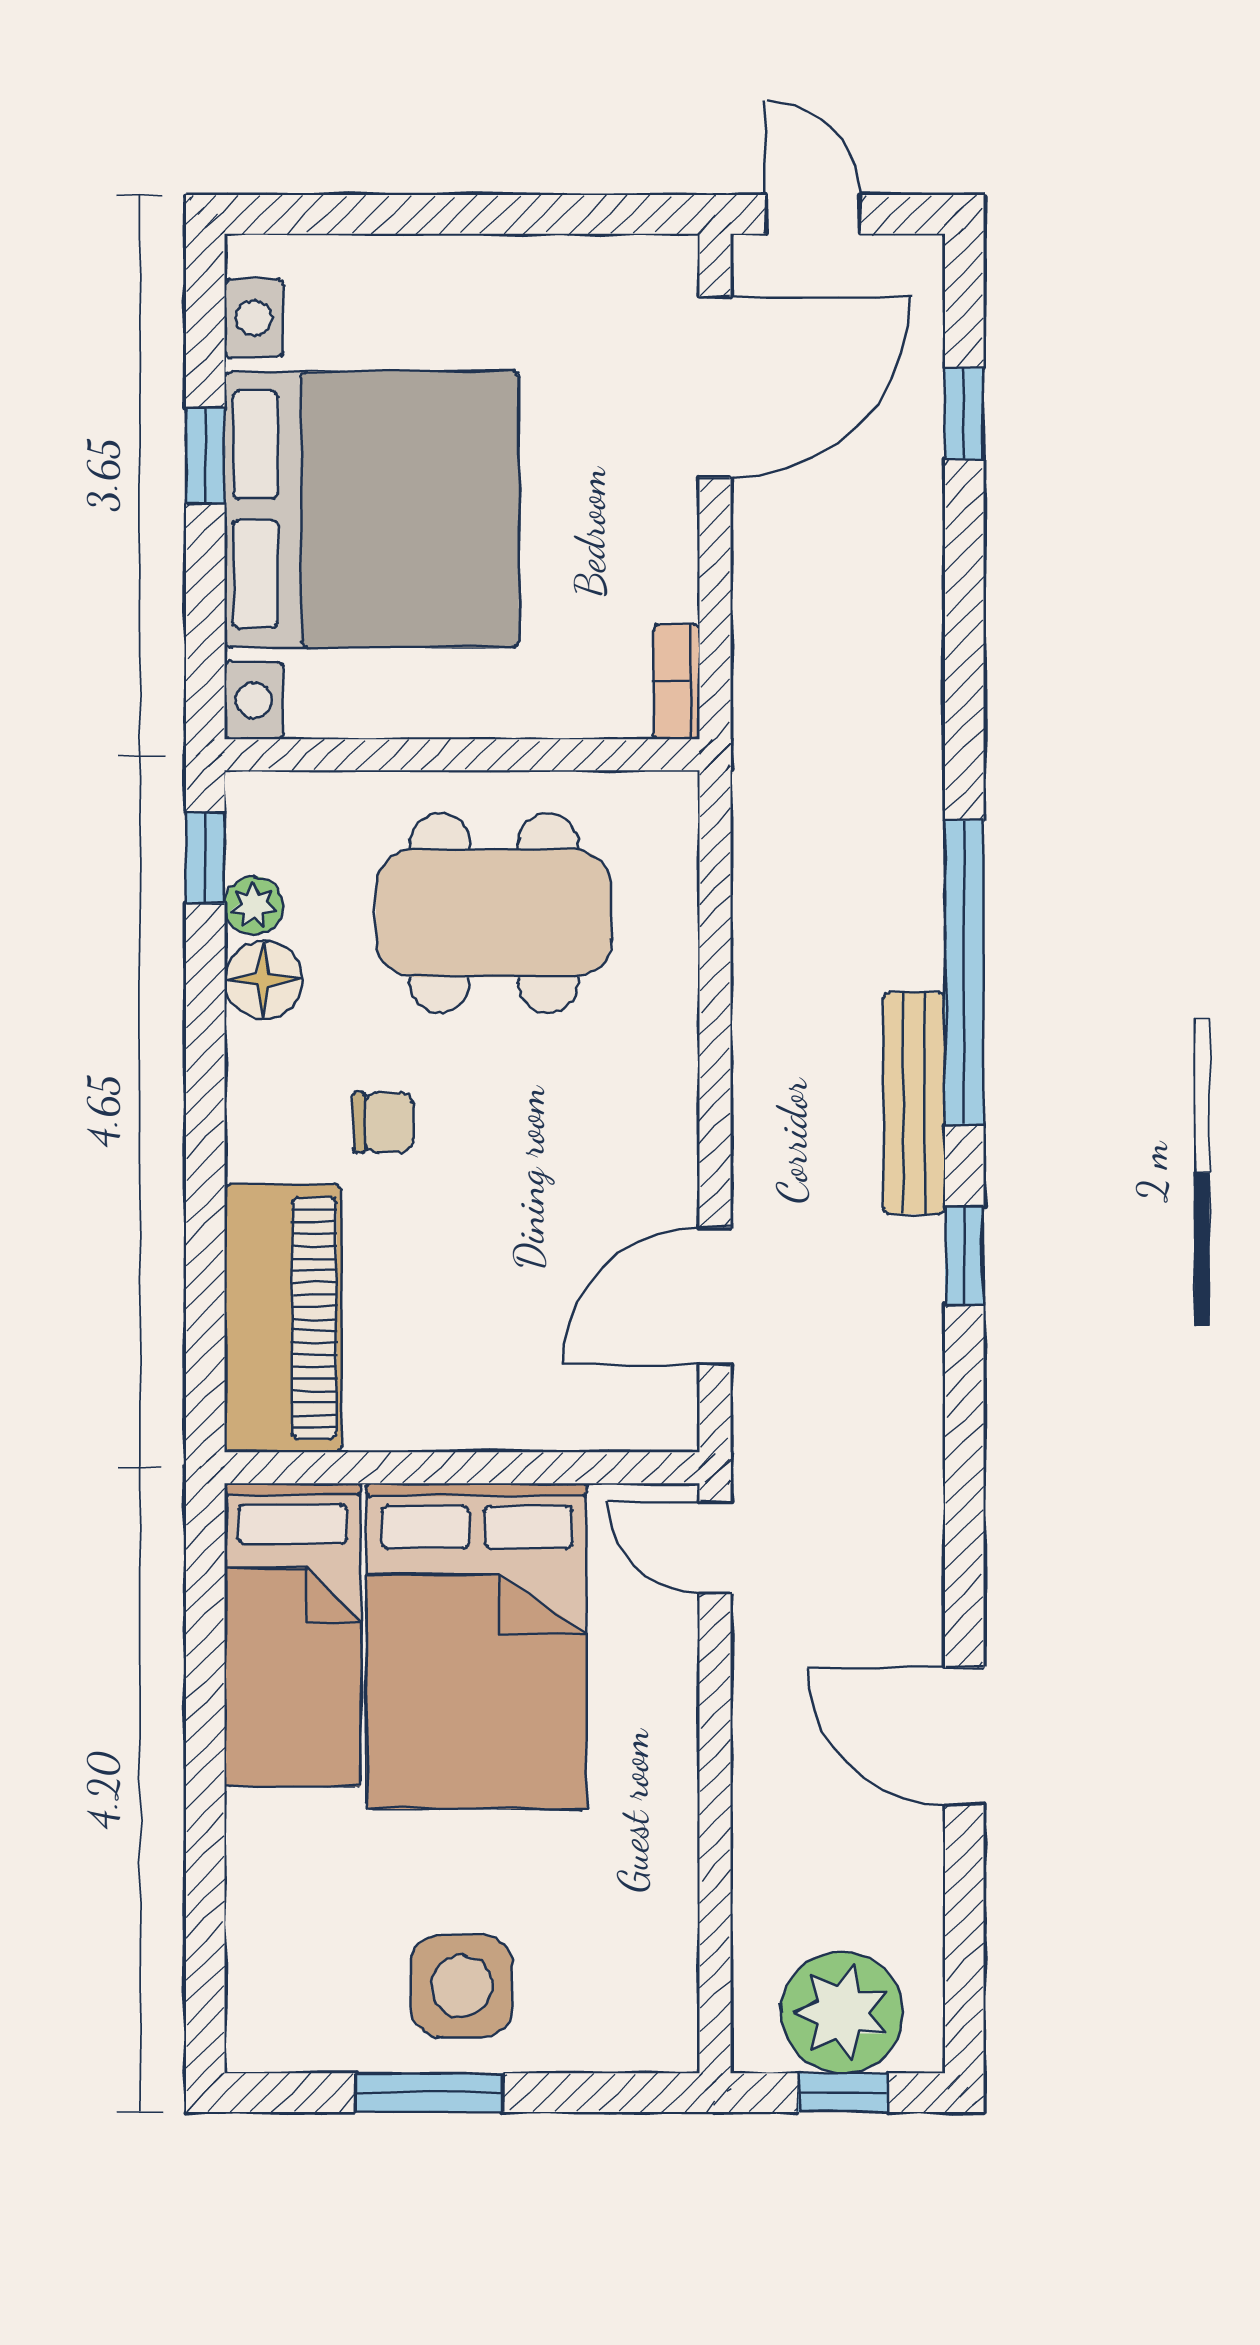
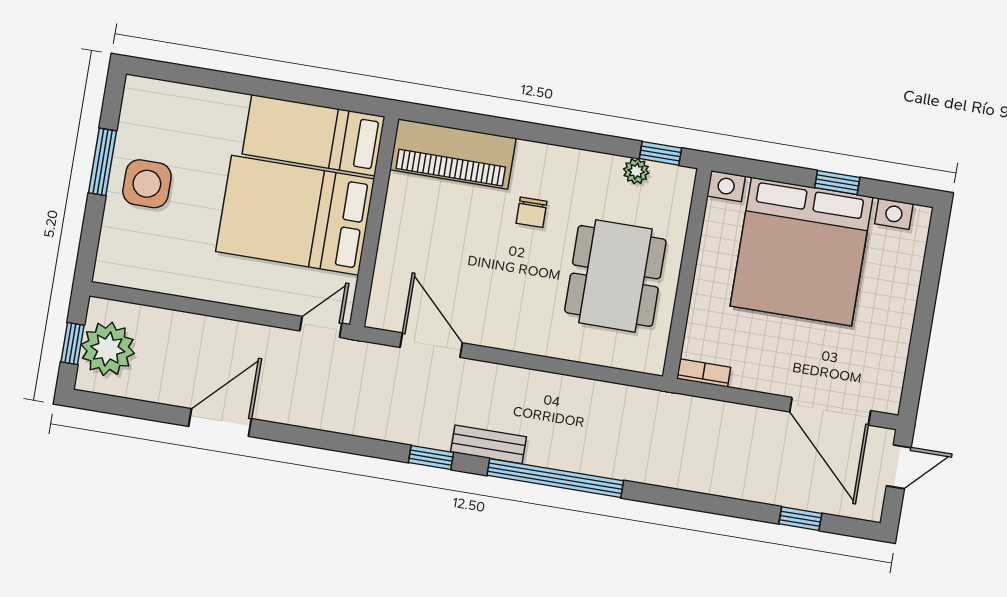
floor lamp: (263, 980) -> (603, 170), removed
bench: (914, 1103) -> (488, 444), width x0.73

